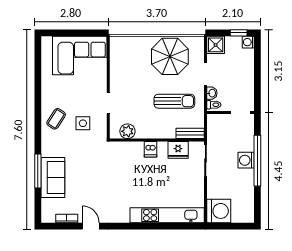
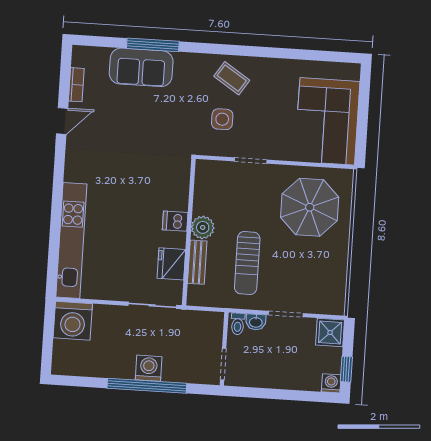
parasol: (170, 56) -> (310, 207), moved
plant: (127, 131) -> (203, 227), moved
bench: (190, 133) -> (197, 262), moved

